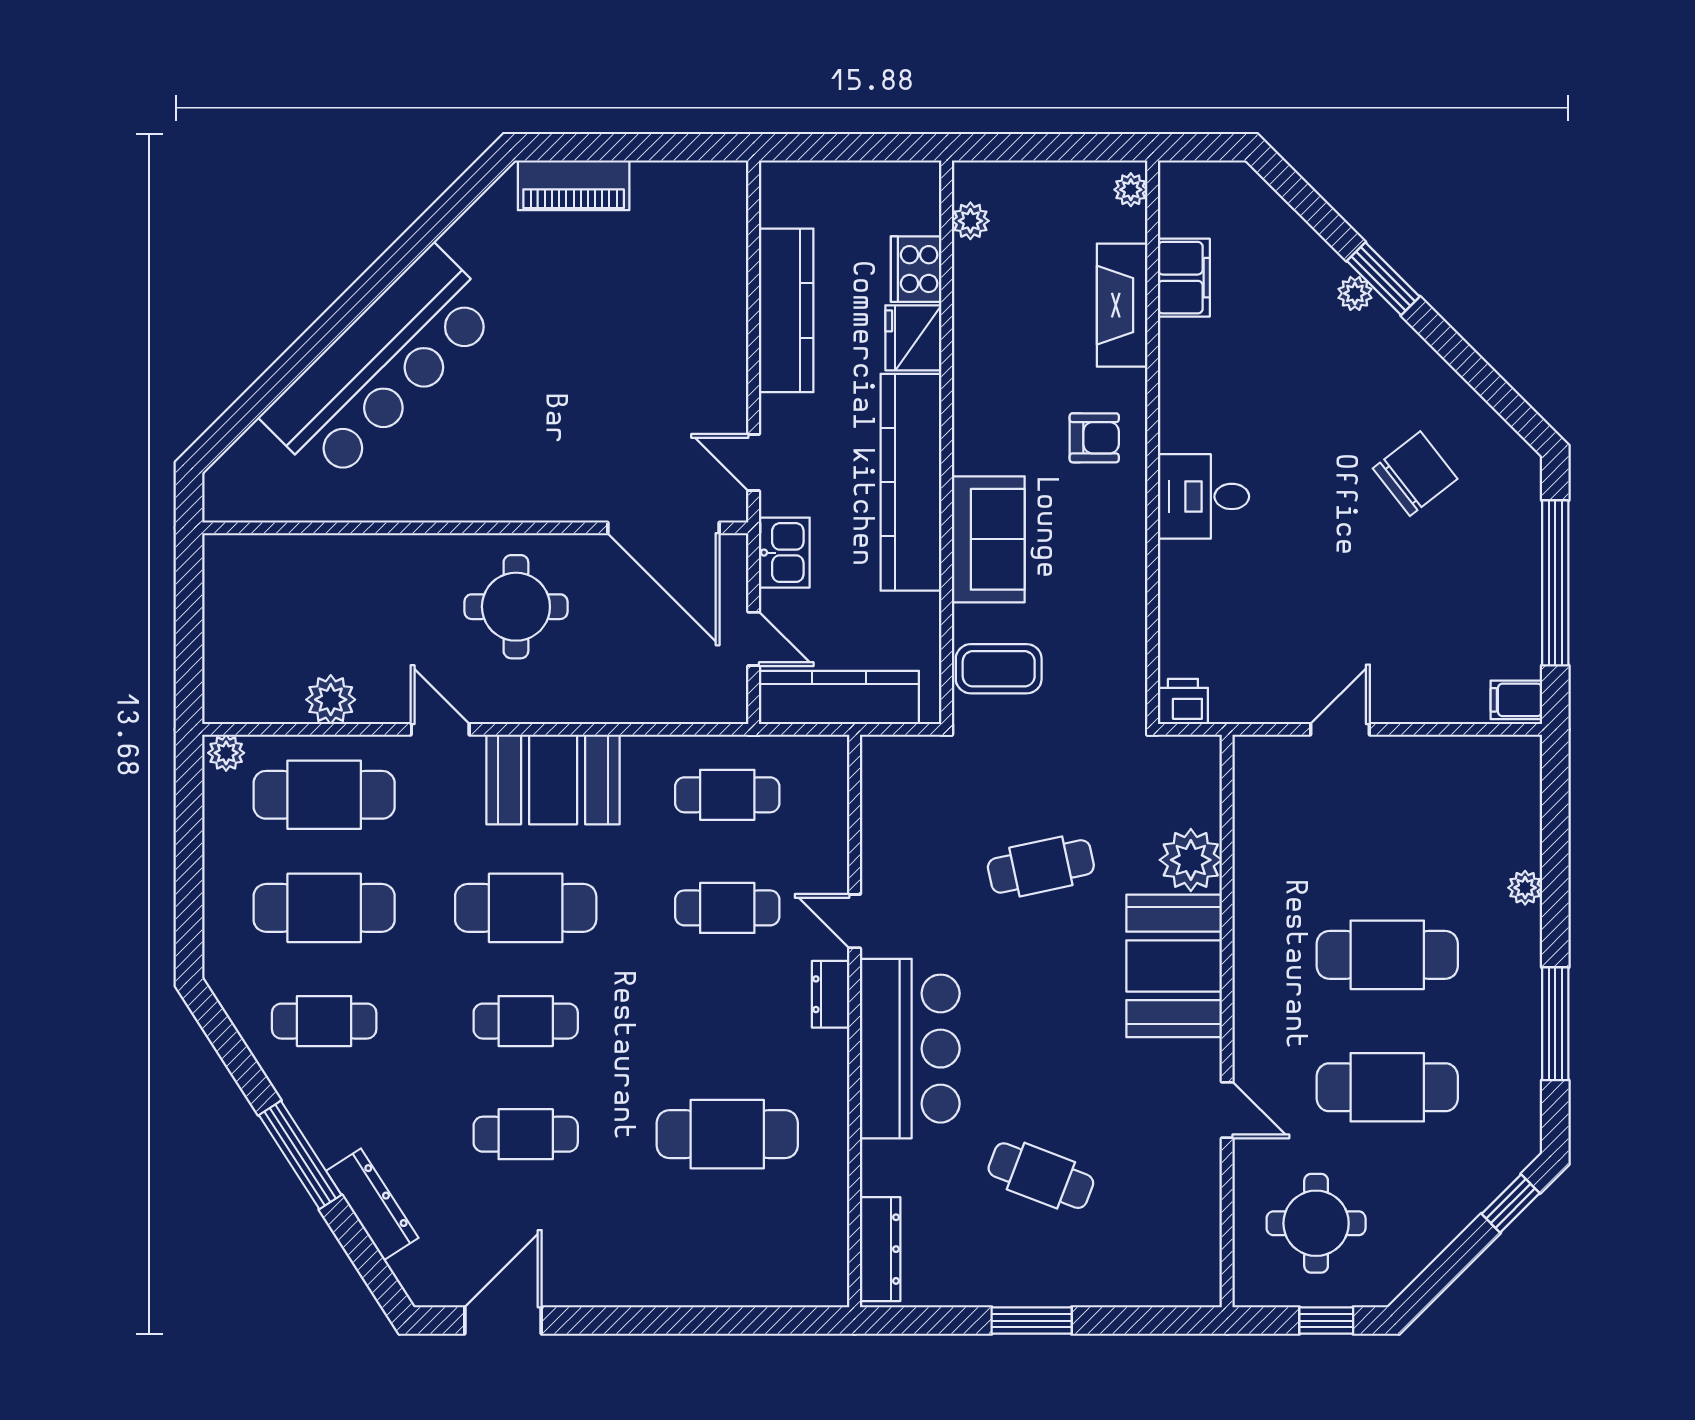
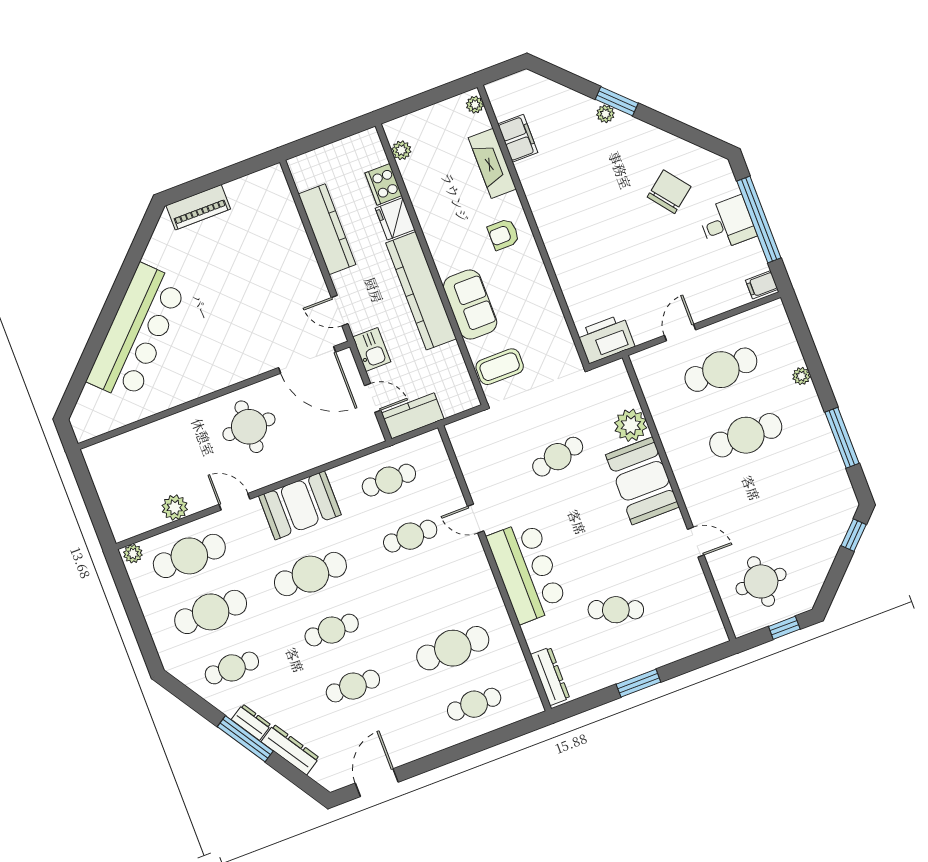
armchair: (1094, 438) -> (503, 234), turned 180
desk: (1204, 496) -> (727, 223), moved, turned 180
kitchen counter: (839, 698) -> (413, 416), width x0.67
printer: (1183, 701) -> (606, 339), width x1.87, depth x1.48
dresser: (831, 994) -> (251, 722), moved, turned 147
cafe table: (1387, 1087) -> (721, 370), moved
cafe table: (727, 1247) -> (474, 704), added

